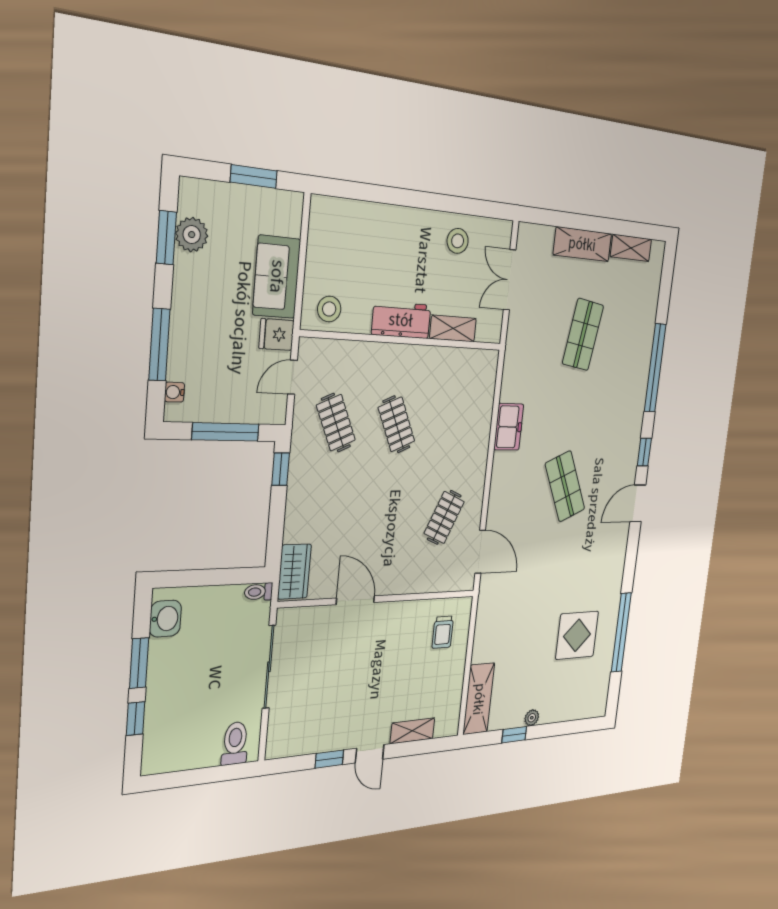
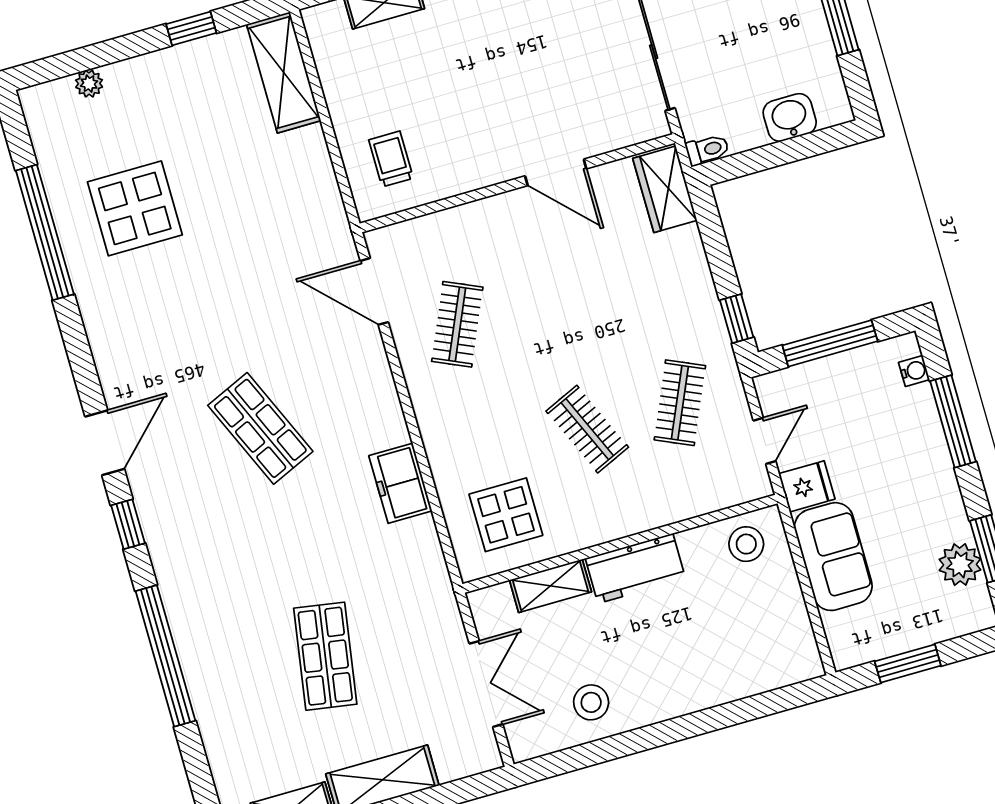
display table: (461, 385) -> (506, 515), added
clothes rail: (336, 423) -> (680, 403), turned 48
washbasin: (165, 619) -> (790, 118), moved, turned 90
plant: (532, 718) -> (89, 84), moved

